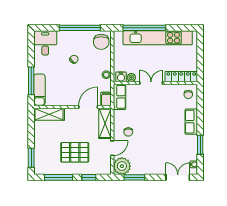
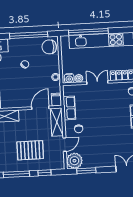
chair: (101, 42) -> (49, 47), turned 90
row of seats: (119, 97) -> (69, 108), moved

